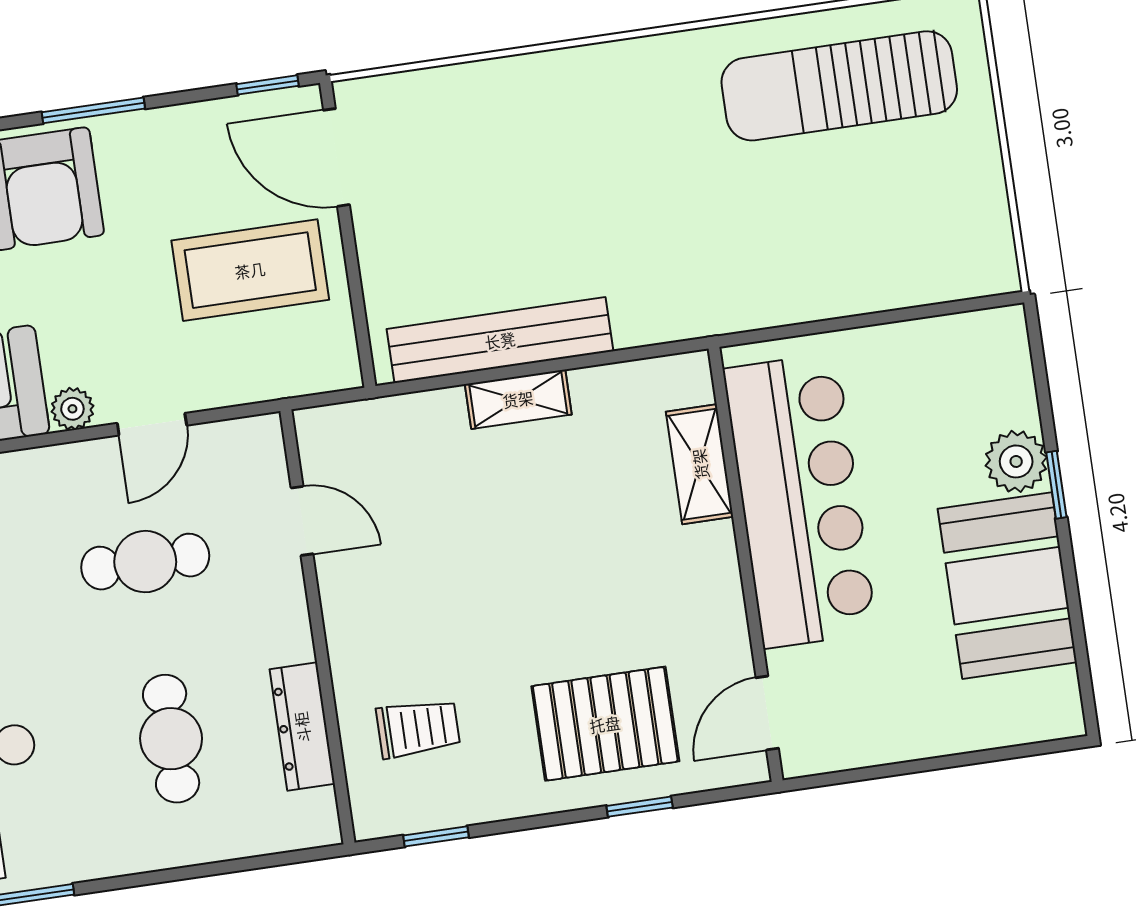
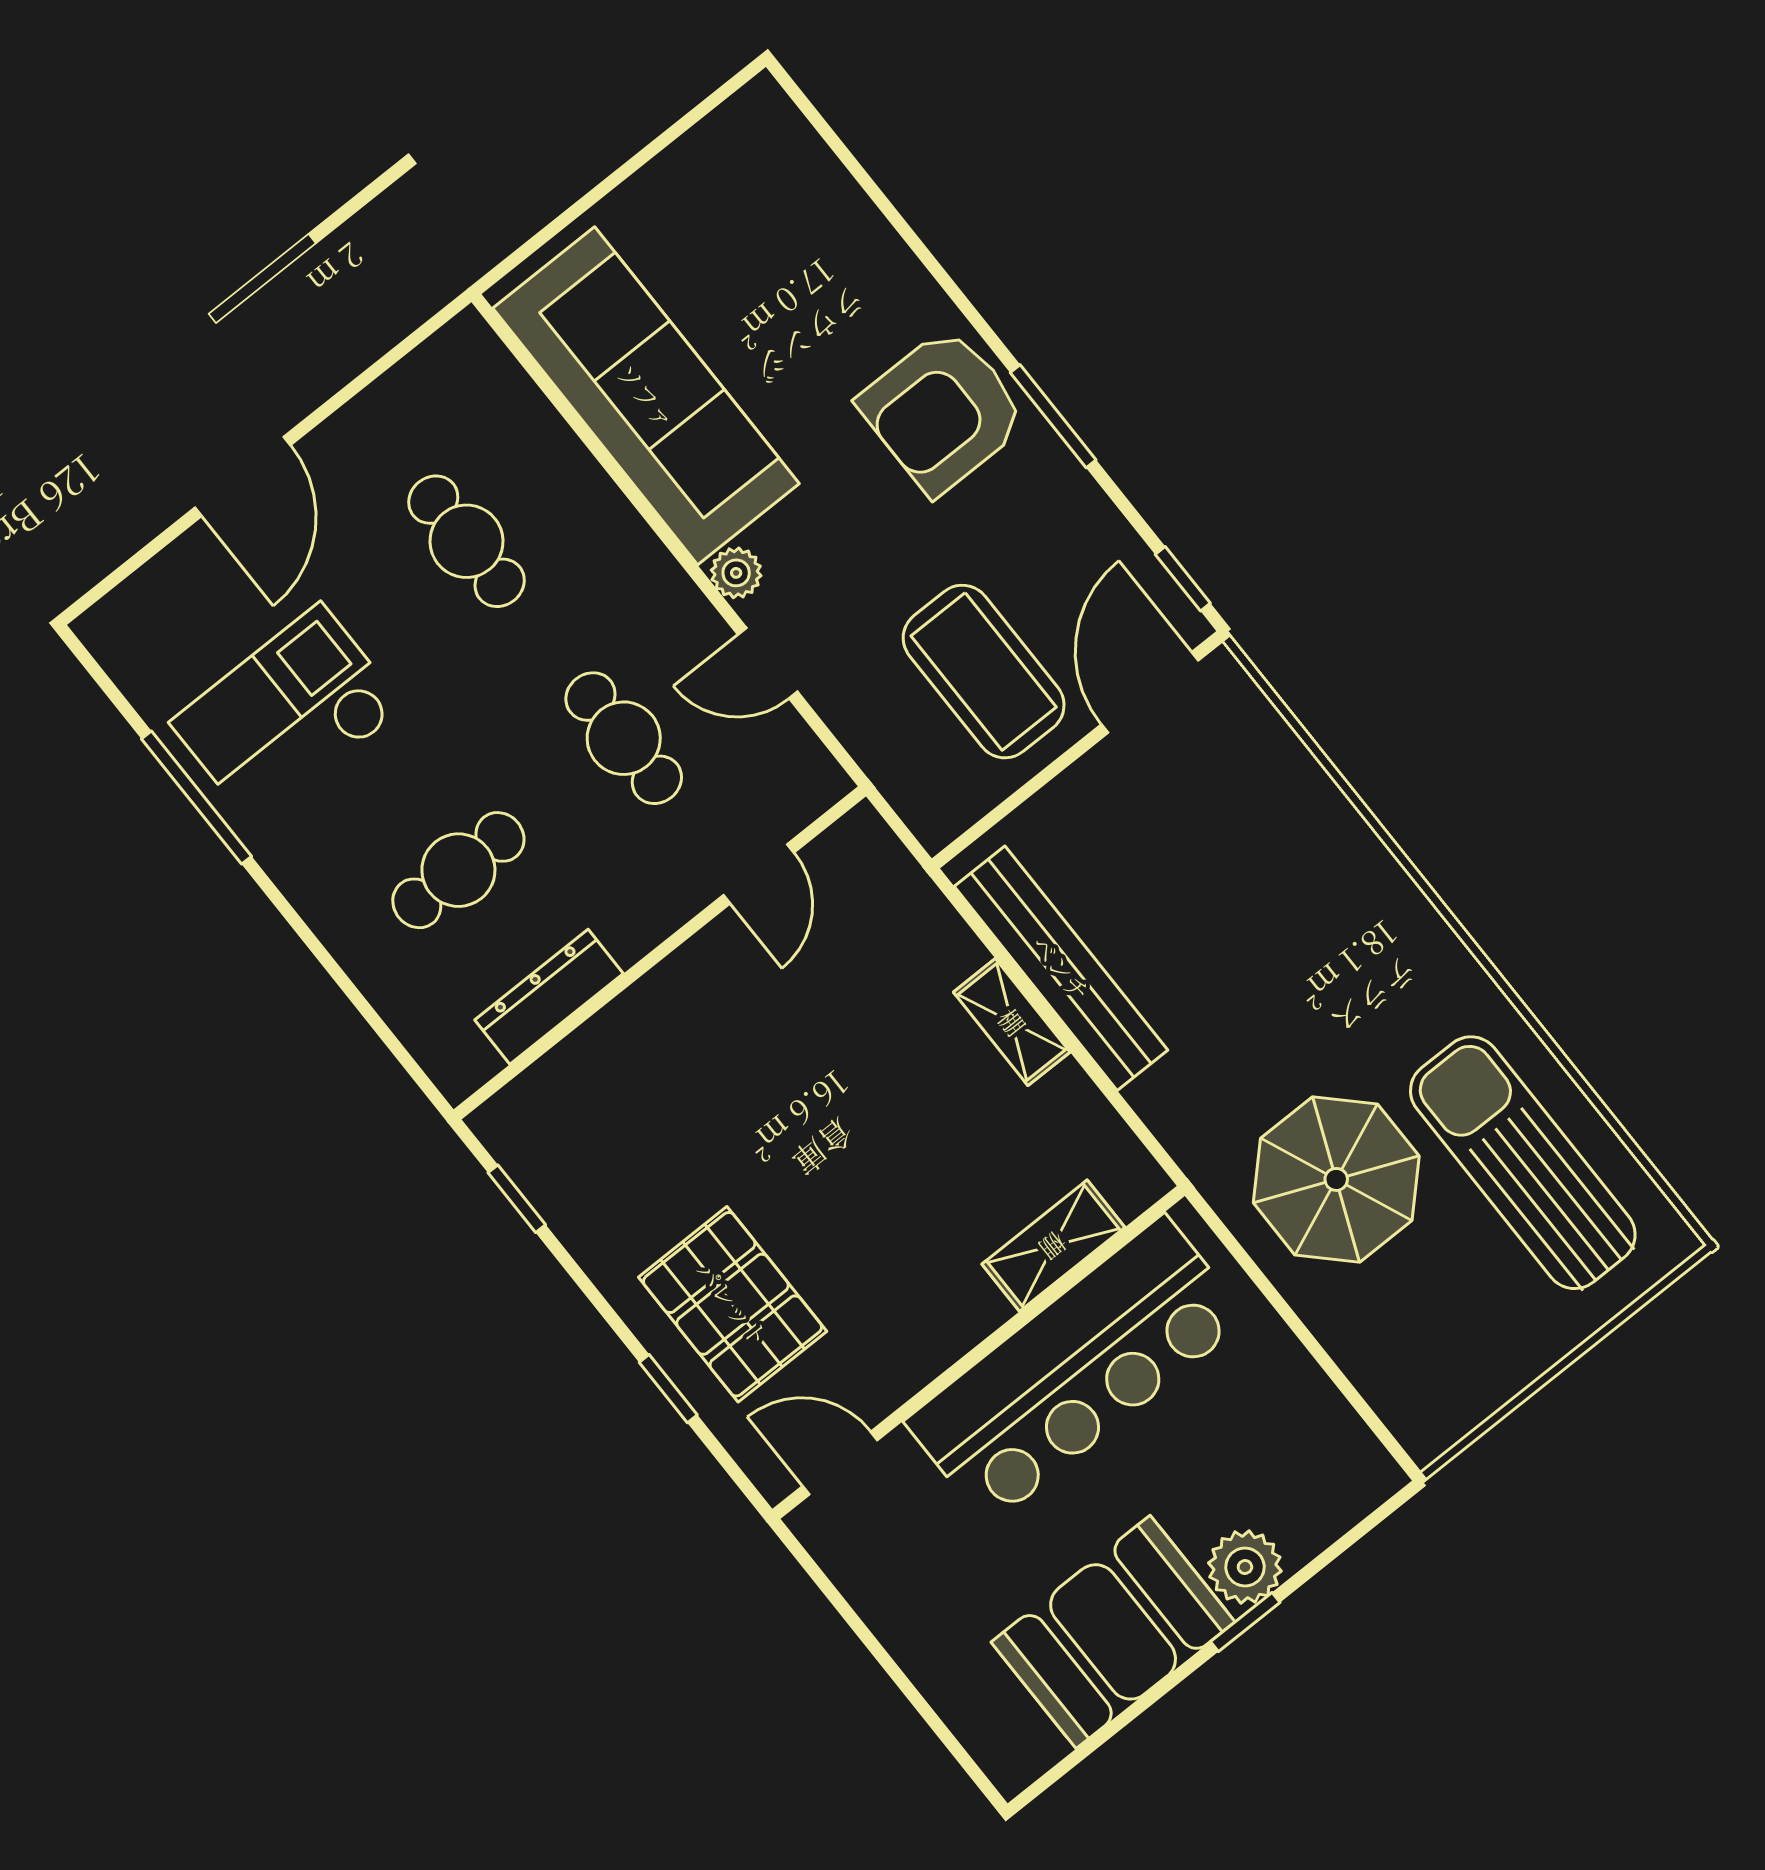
parasol: (772, 229) -> (1336, 1179), added
trolley: (418, 728) -> (616, 1116), removed

